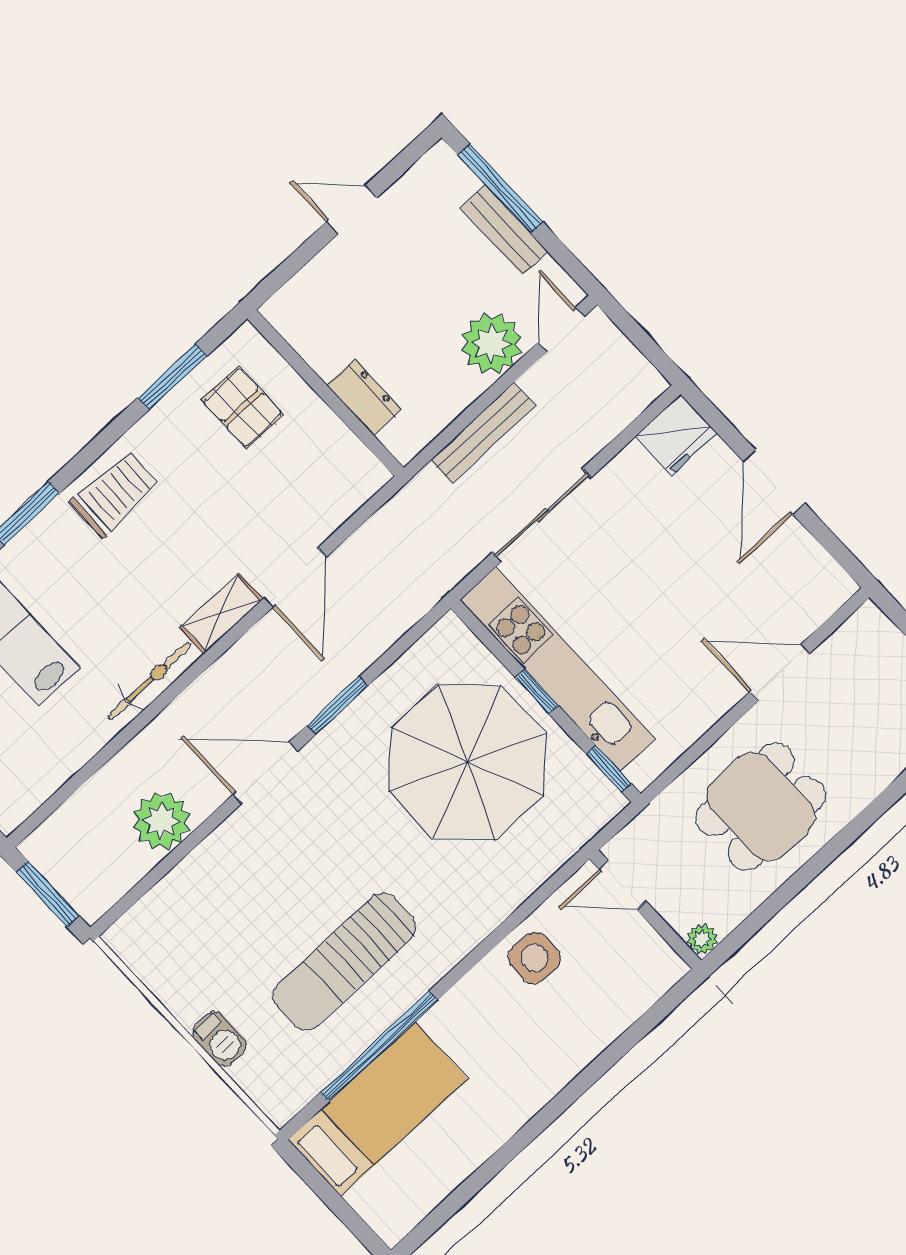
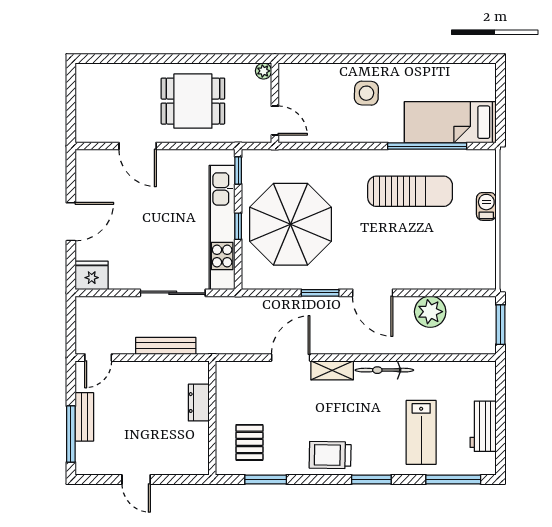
plant: (491, 343) -> (130, 377), removed
side table: (534, 958) -> (366, 93), moved

